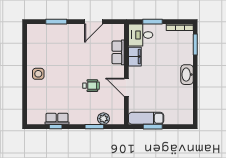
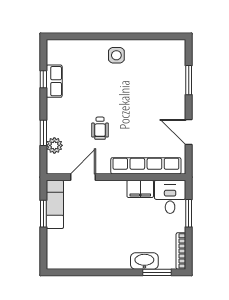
row of seats: (118, 52) -> (146, 166), width x2.02
washbasin: (187, 75) -> (144, 261), moved
door: (126, 87) -> (83, 177), moved

